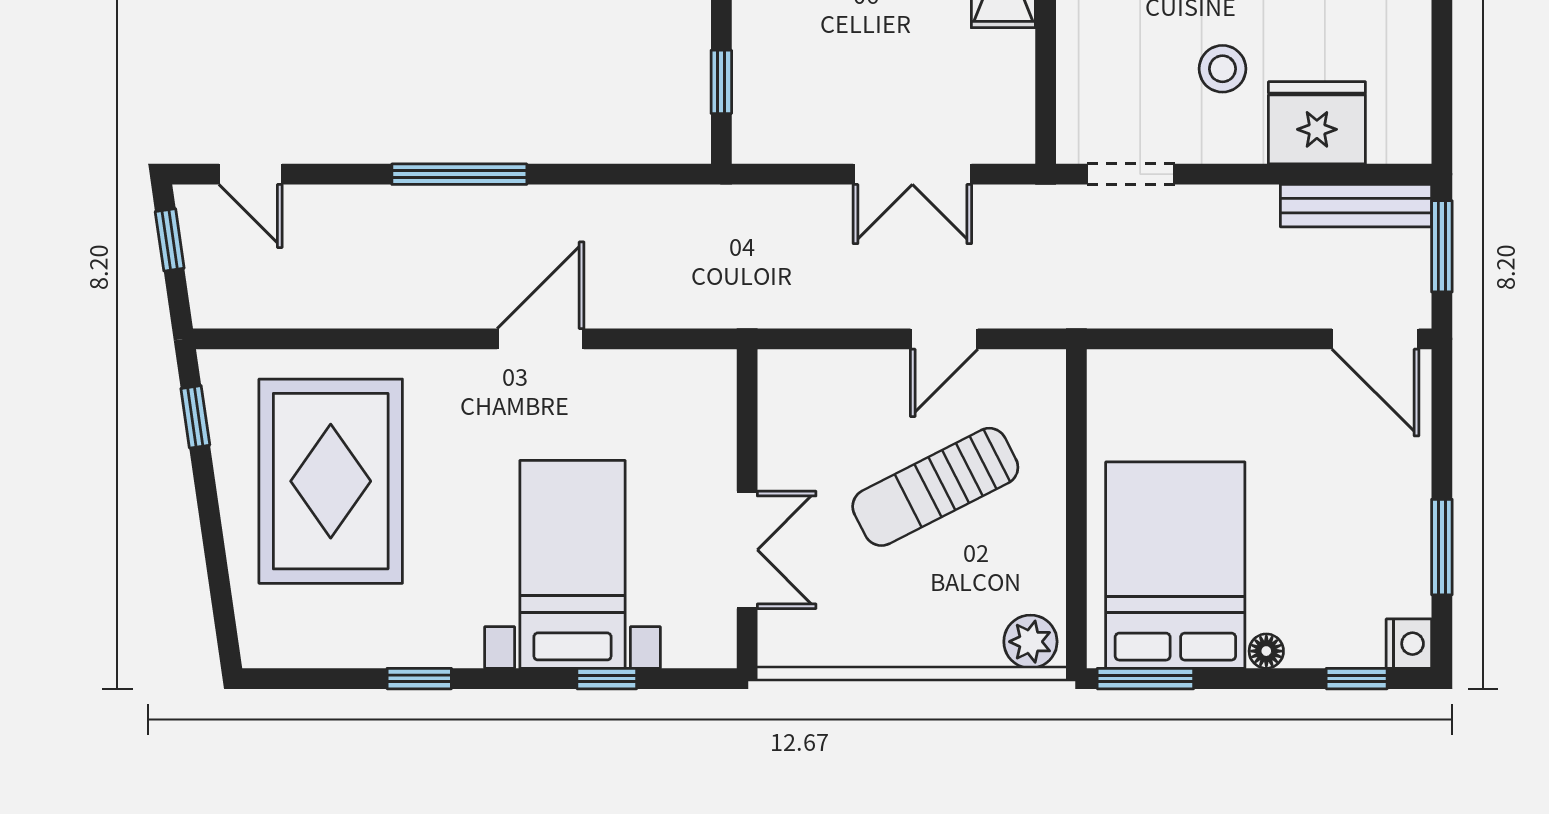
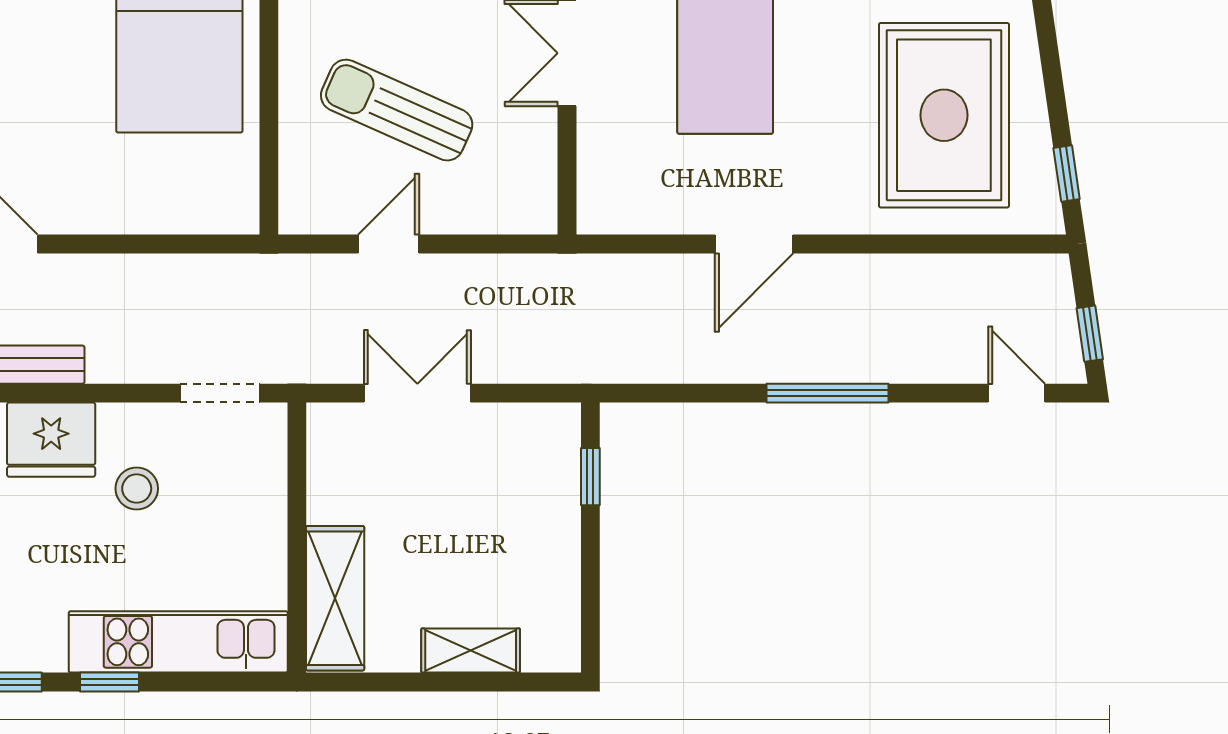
sun lounger: (935, 487) -> (397, 110), turned -129

